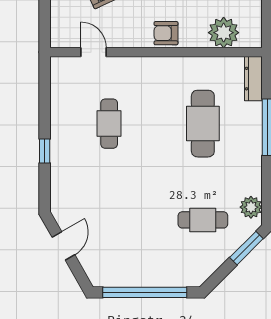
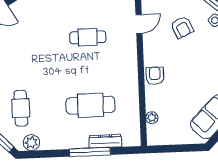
plant: (224, 33) -> (152, 118), width x0.53, depth x0.53
dresser: (253, 79) -> (105, 141), moved

